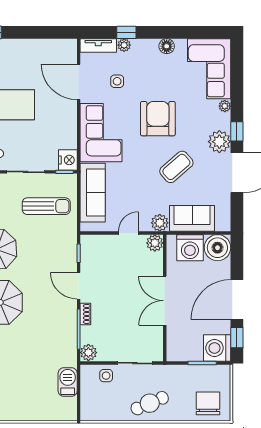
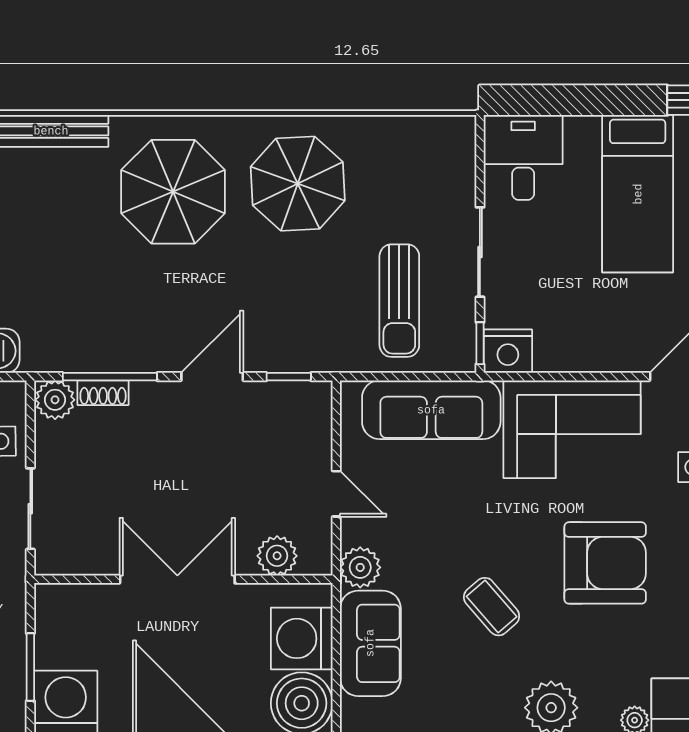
coffee table: (176, 167) -> (492, 607), width x0.73, depth x0.77
plant: (155, 243) -> (277, 556), moved
shoe rack: (85, 314) -> (103, 393), moved

